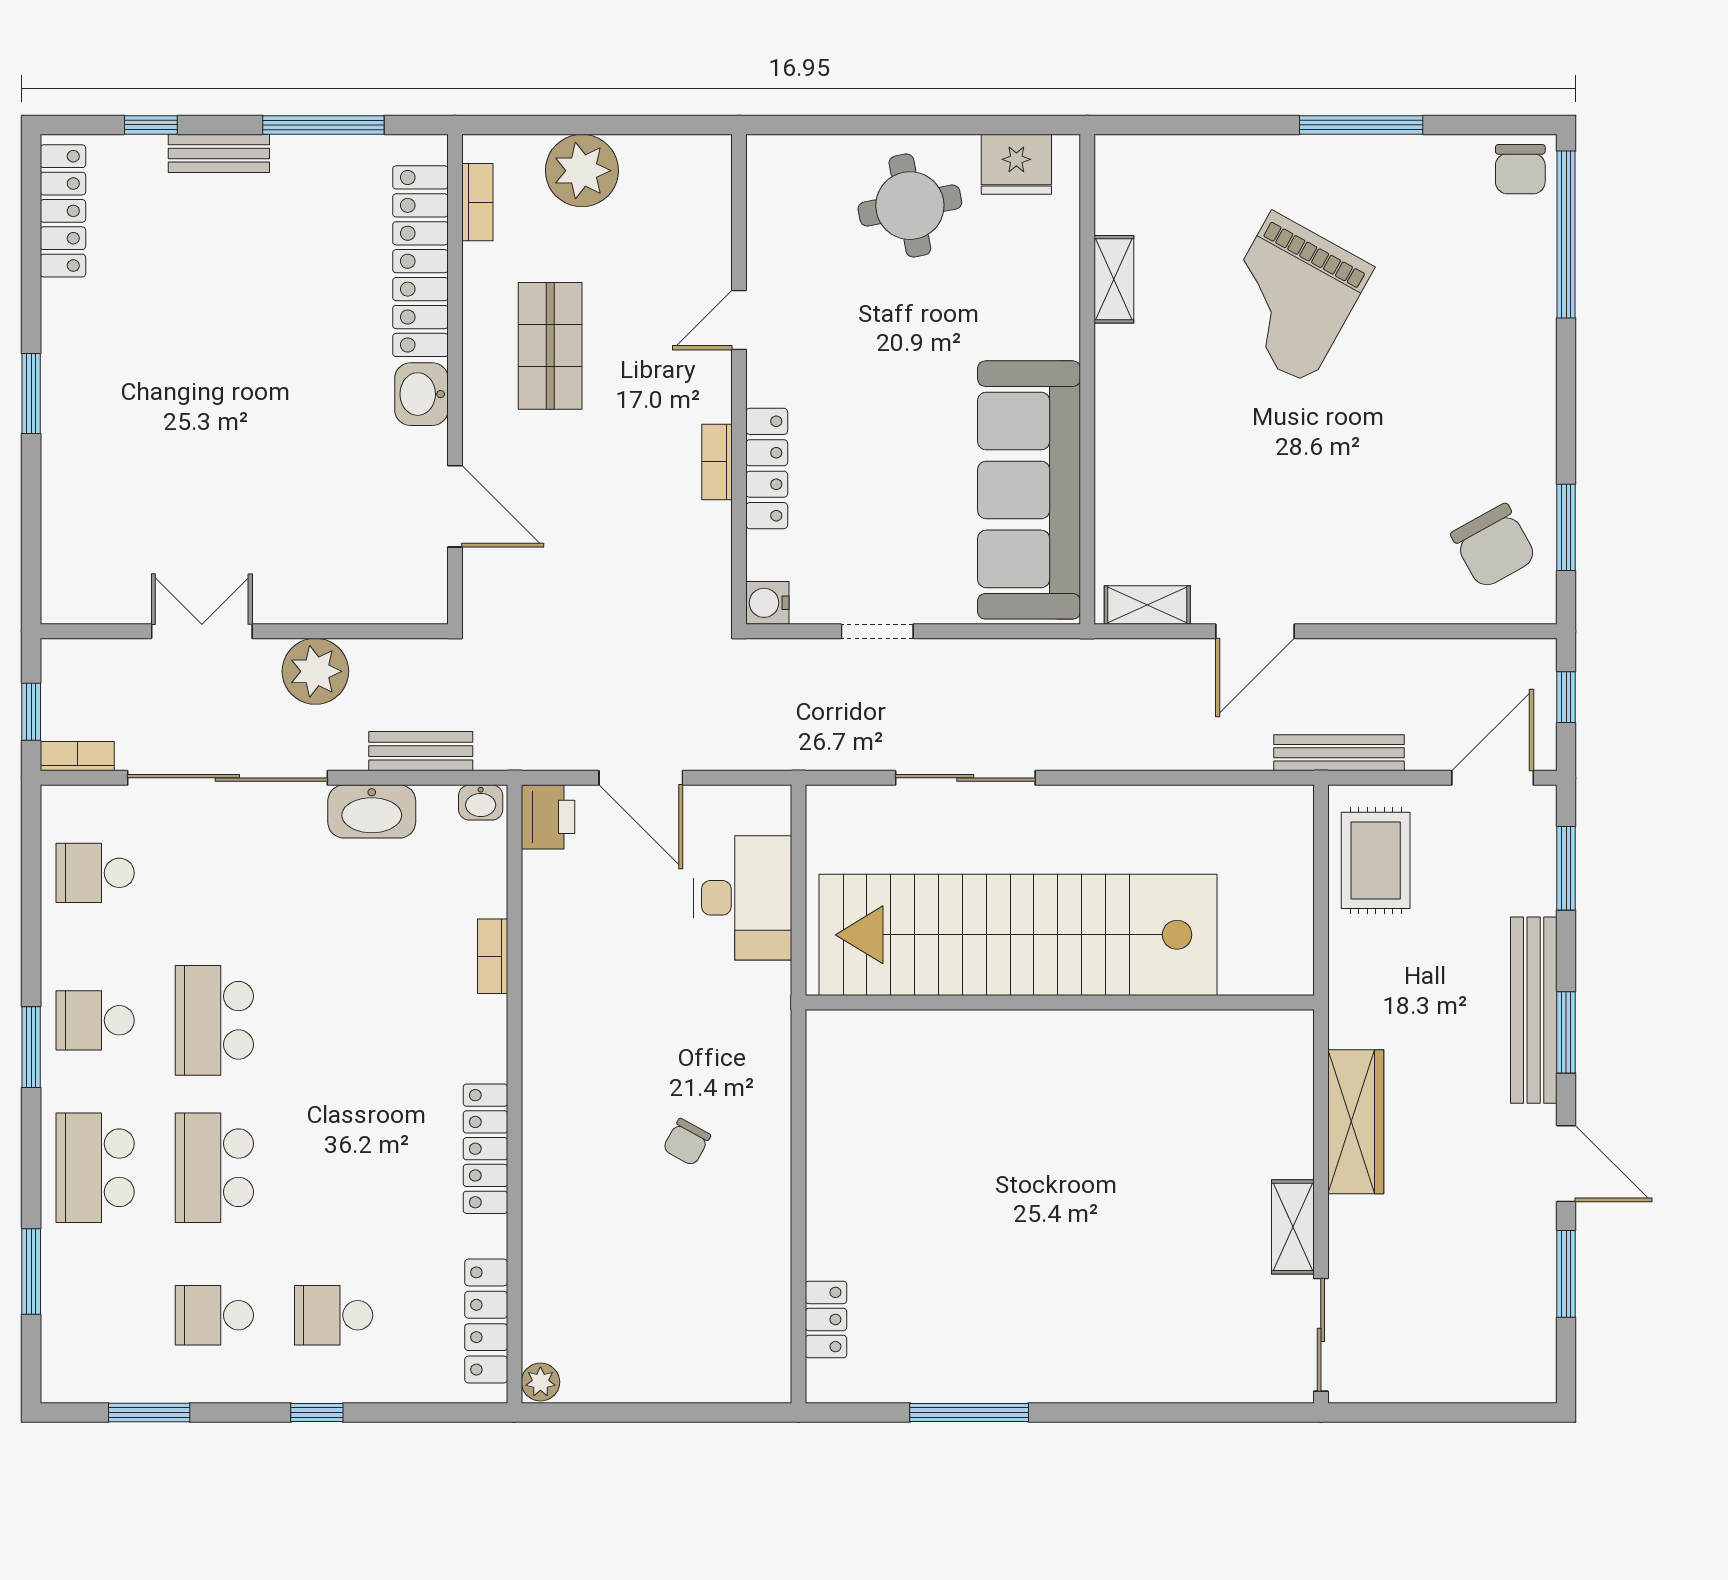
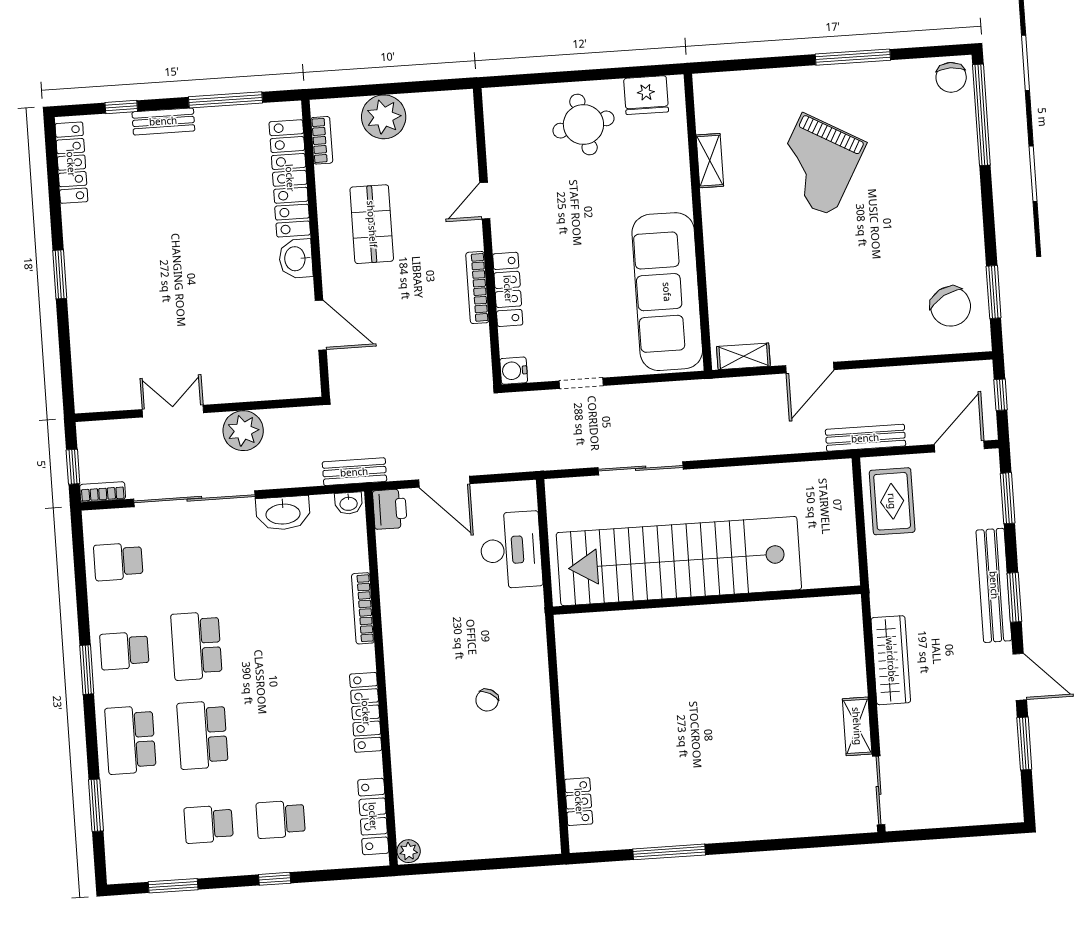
bookcase: (717, 462) -> (477, 288), width x1.56
bench: (421, 751) -> (354, 472), moved
bookcase: (493, 956) -> (363, 608), width x1.56

